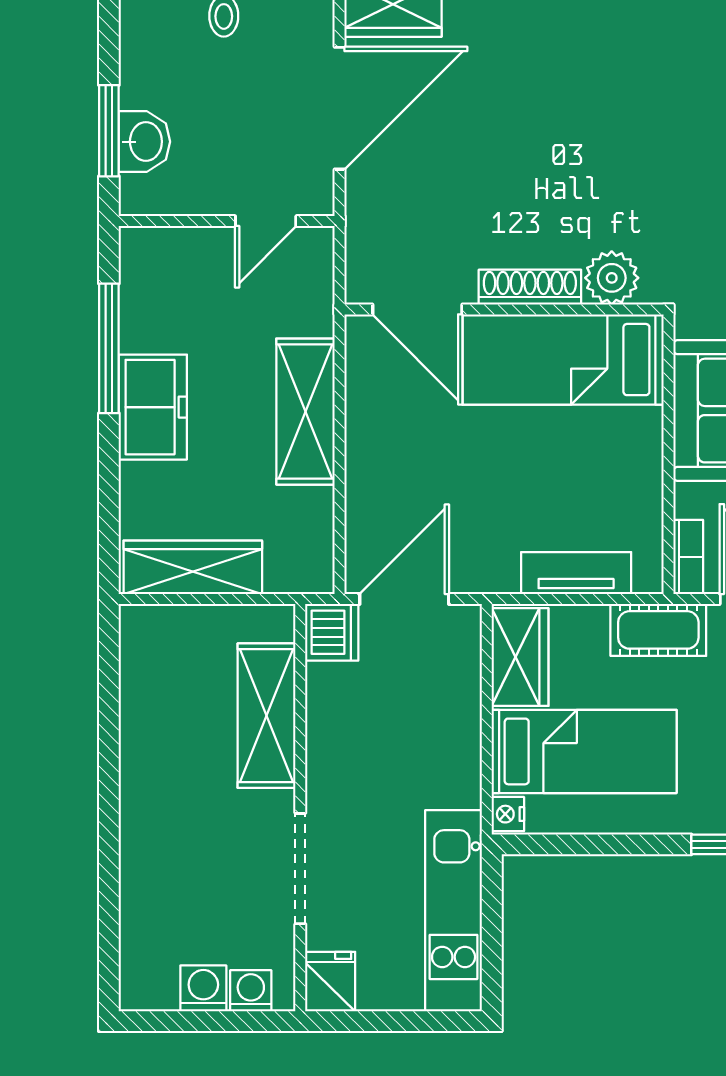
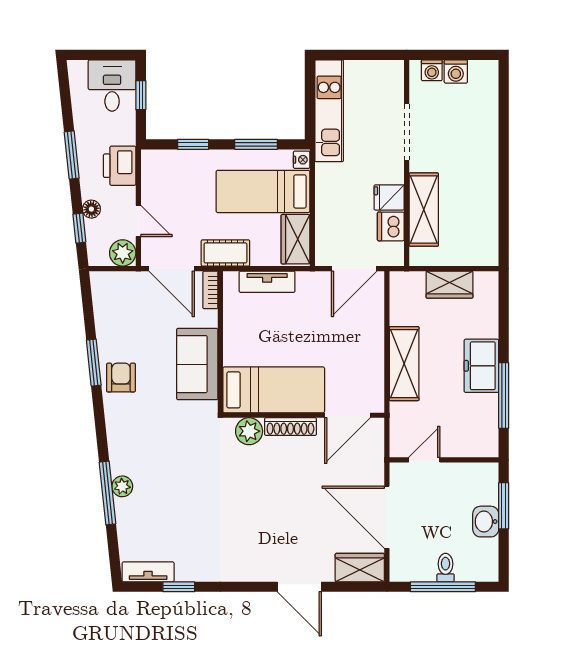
door: (340, 108) -> (387, 517), hinge flipped
washbasin: (144, 142) -> (486, 522), moved
door: (417, 309) -> (347, 415), swing flipped
wardrobe: (193, 567) -> (449, 285), width x0.67
dishwasher: (332, 632) -> (391, 226), moved
window: (598, 844) -> (256, 144), added
fridge: (330, 982) -> (389, 197), moved, turned 90

